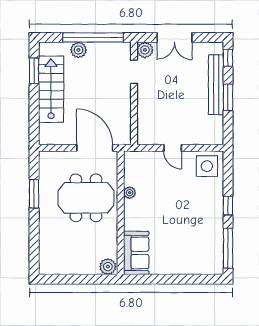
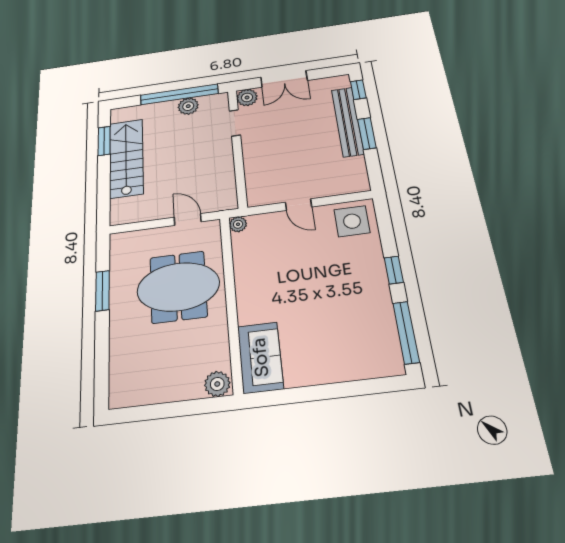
plant: (79, 50) -> (188, 106), moved
door: (95, 148) -> (188, 220), width x0.53
plant: (130, 193) -> (238, 224), moved

